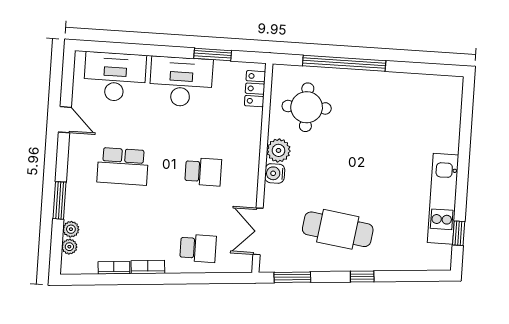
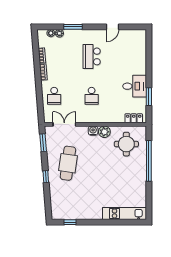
desk: (115, 77) -> (135, 50), removed
desk: (181, 82) -> (135, 86), width x0.73
kitchen unit: (443, 199) -> (125, 213), moved

